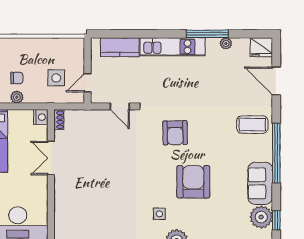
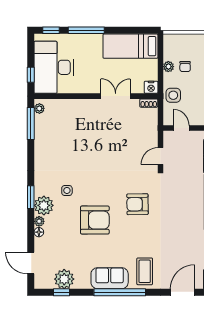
side table: (56, 78) -> (173, 95), moved
sofa: (260, 183) -> (110, 278), moved

